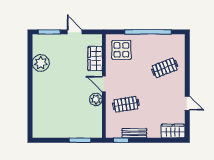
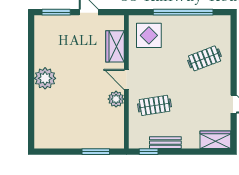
plant: (41, 63) -> (45, 78), moved

